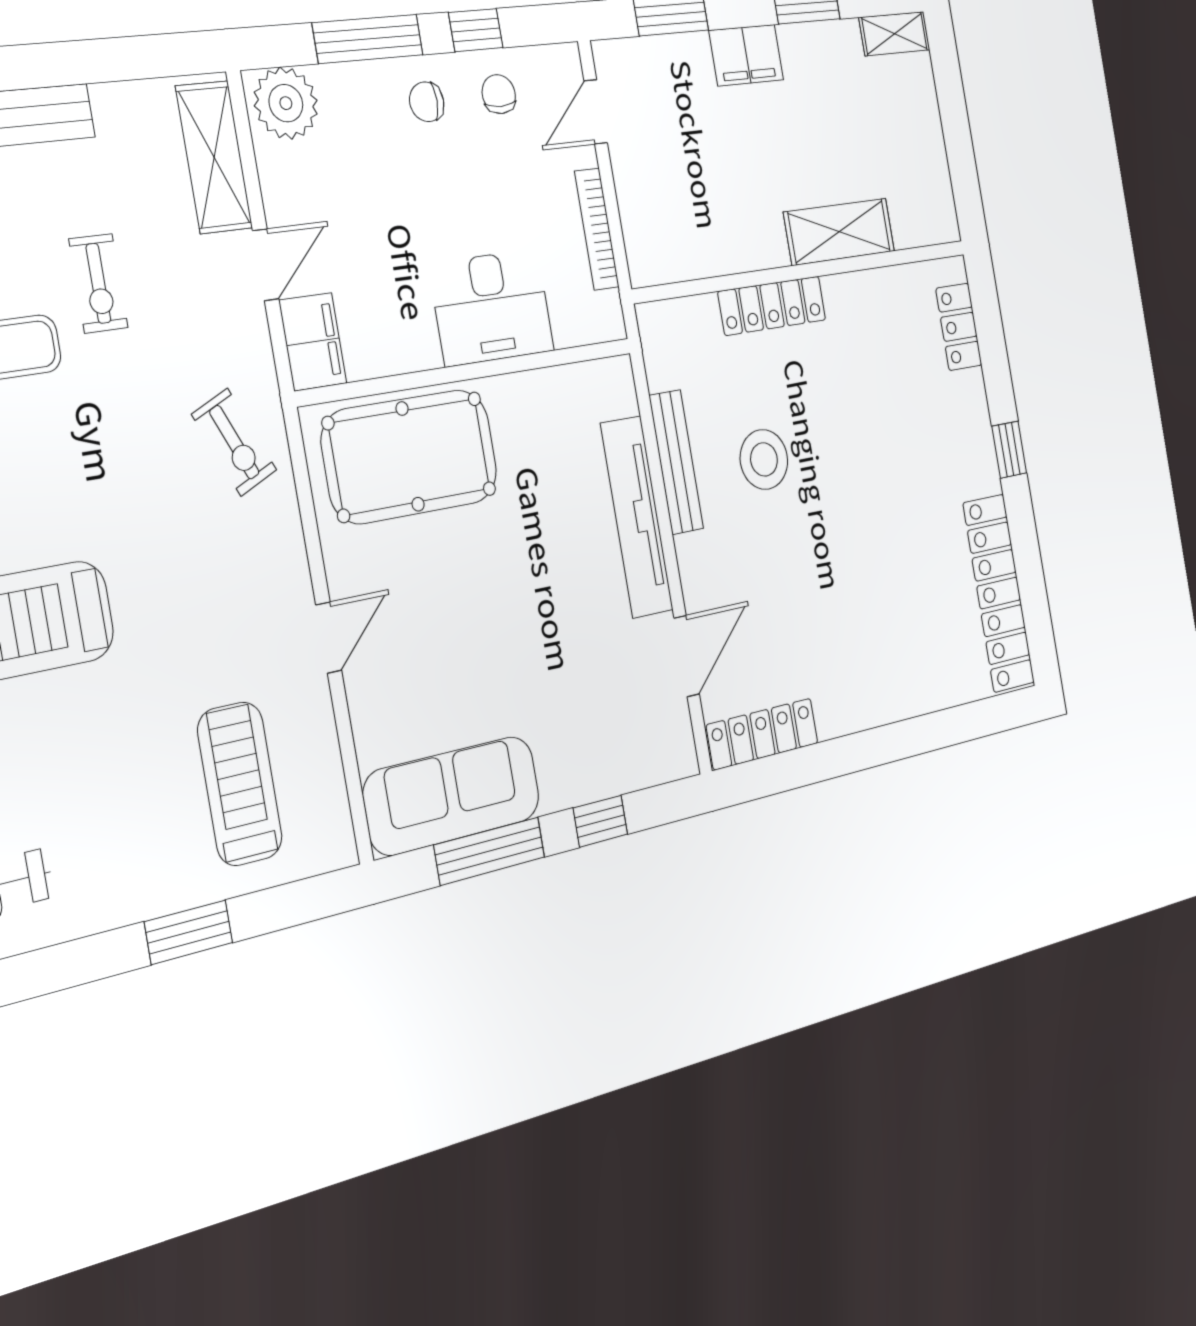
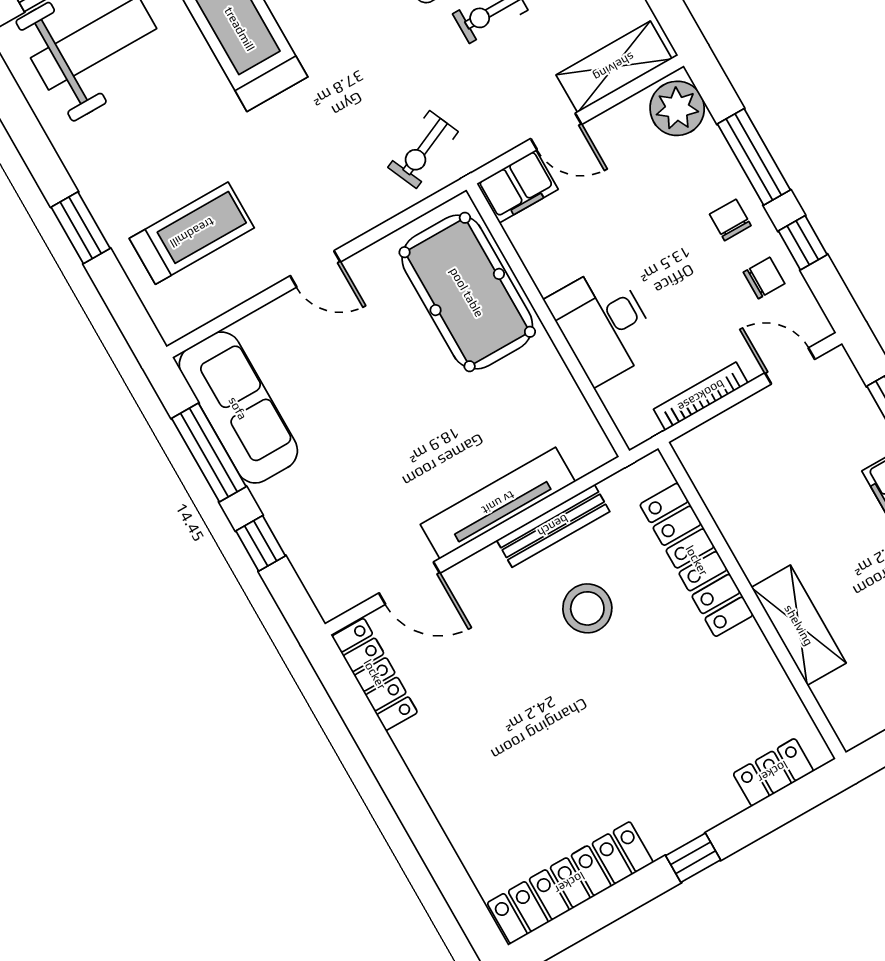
locker: (772, 306) -> (697, 560), width x1.41, depth x1.21

